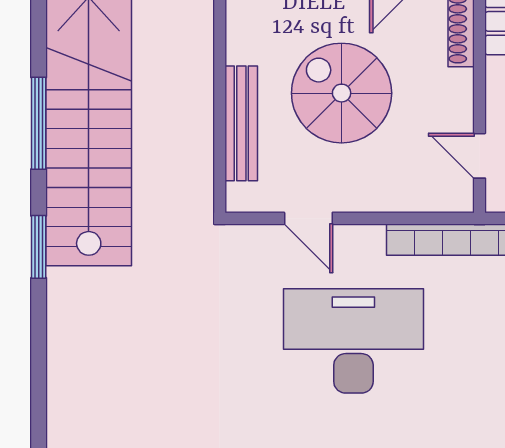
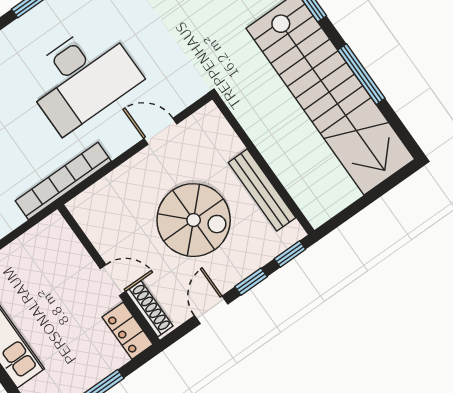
bench: (241, 123) -> (262, 190), moved
door: (480, 156) -> (113, 280), moved

